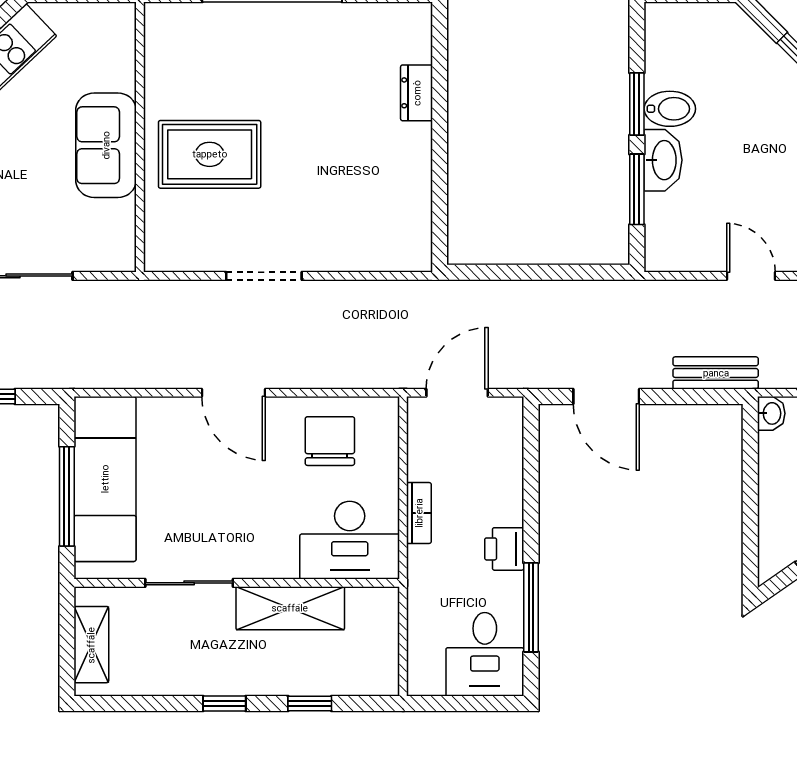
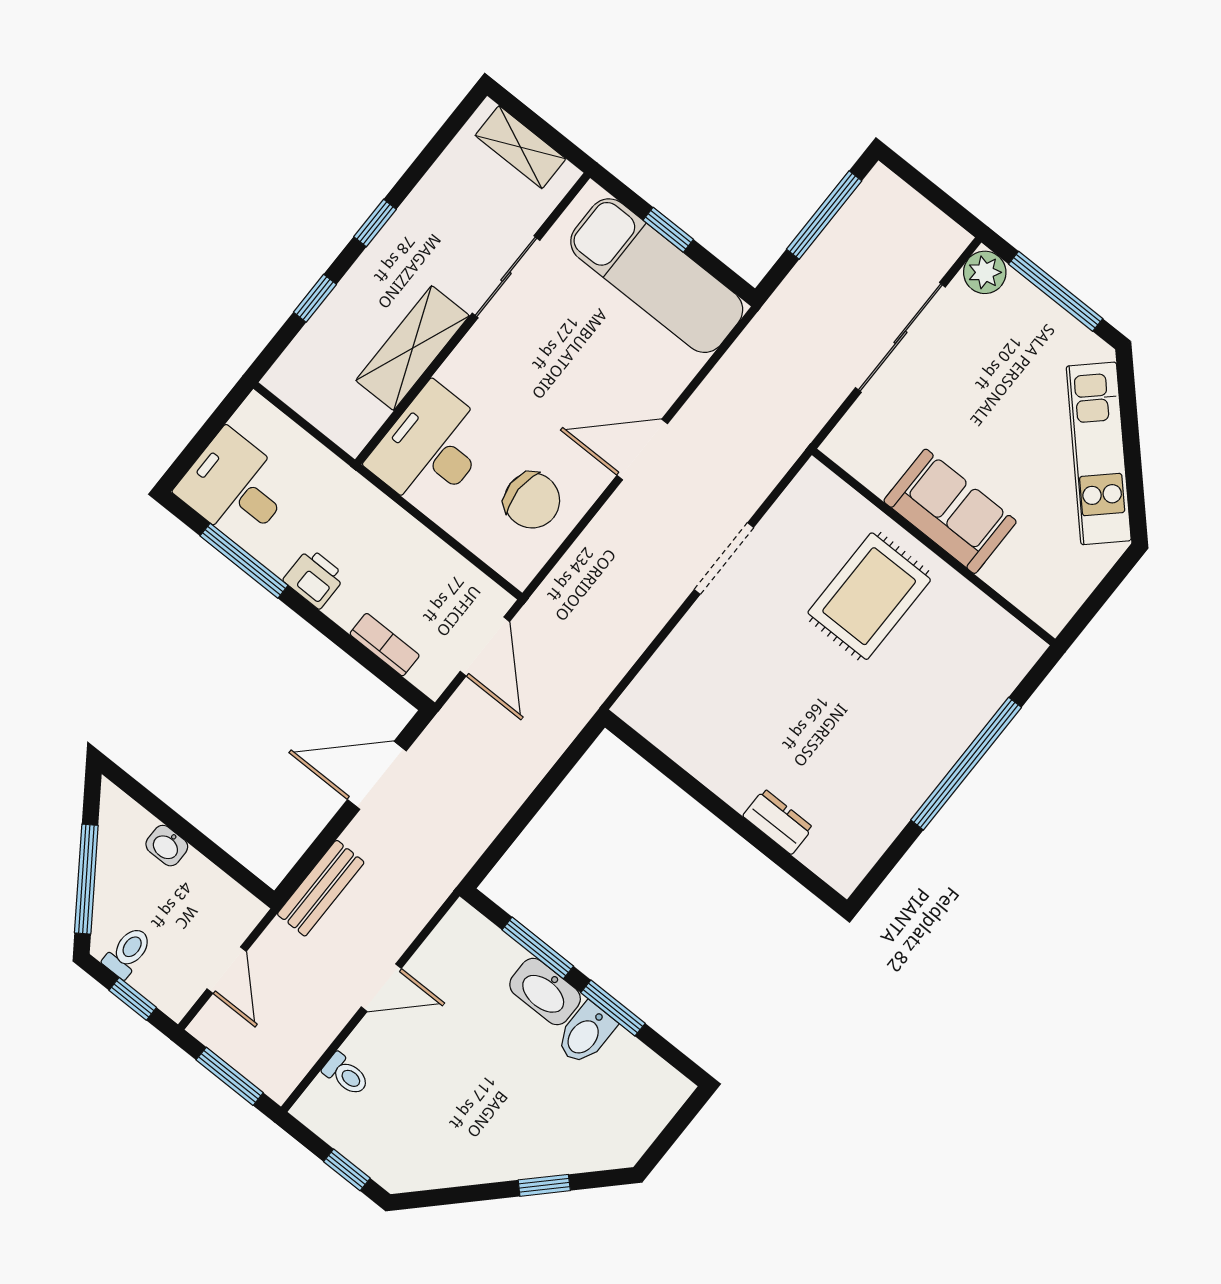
washbasin: (771, 413) -> (167, 846), moved
window: (67, 496) -> (668, 230), width x0.46
bookcase: (419, 513) -> (385, 645), moved, turned 180

